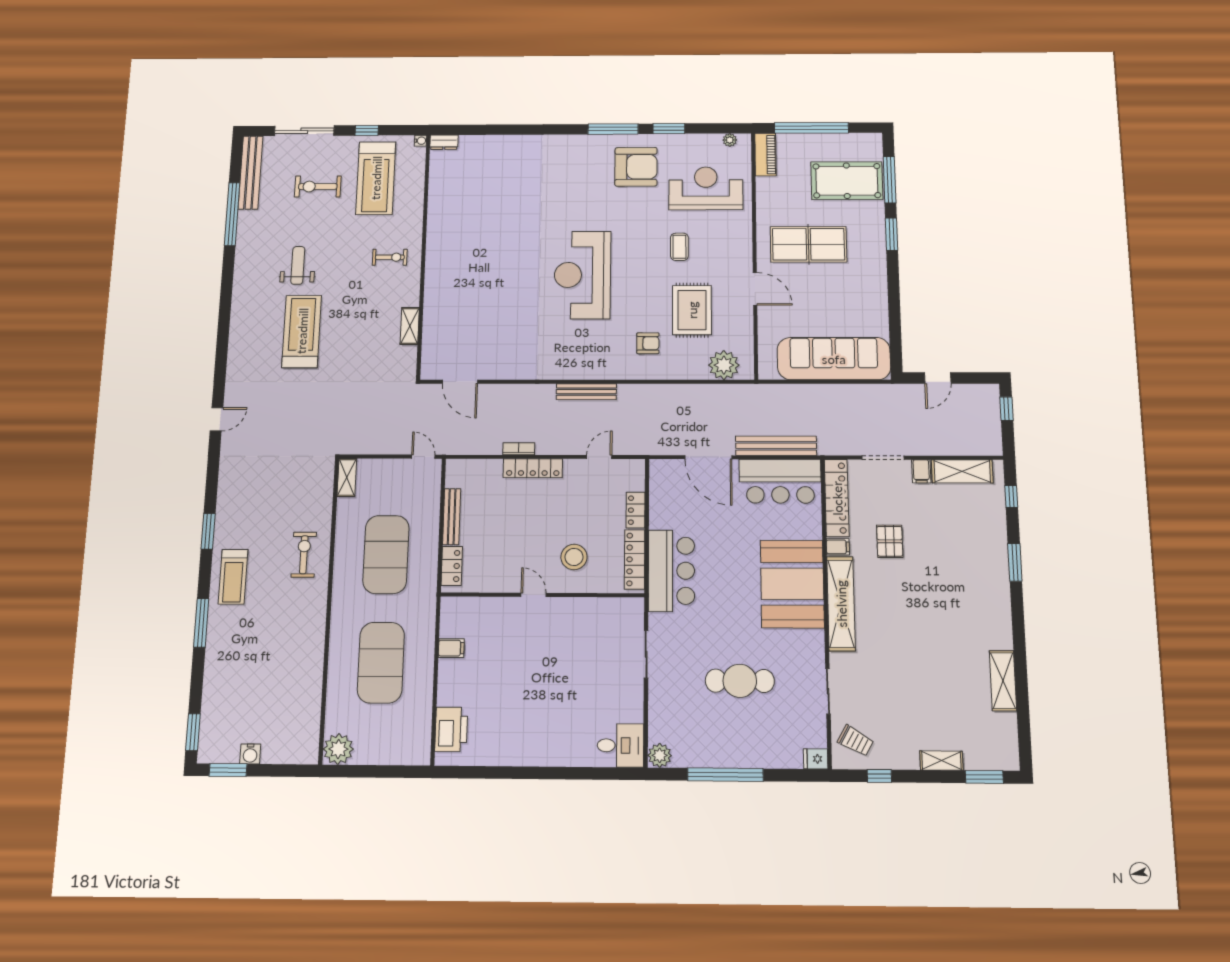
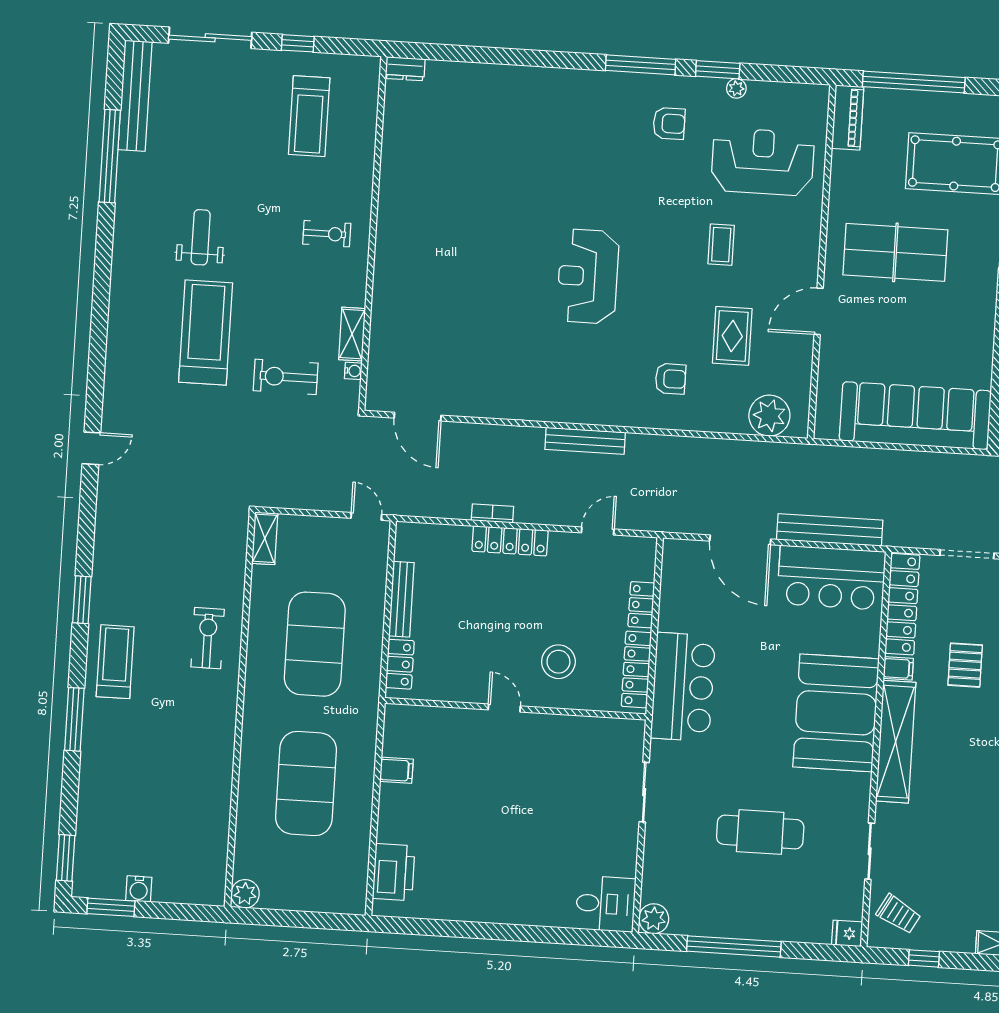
plant: (730, 140) -> (736, 88), moved
water cooler: (420, 141) -> (353, 371), moved
armchair: (636, 167) -> (669, 123), width x0.53, depth x0.53
treadmill: (376, 178) -> (309, 116), width x0.73, depth x0.73
exercise bike: (318, 186) -> (286, 377), moved
reception desk: (582, 275) -> (588, 276), width x0.74, depth x0.77
door: (755, 289) -> (819, 311), swing flipped
rug: (692, 310) -> (732, 336), width x0.73, depth x0.70
treadmill: (233, 577) -> (115, 662), turned 180
plant: (338, 749) -> (245, 894), width x0.73, depth x0.73

